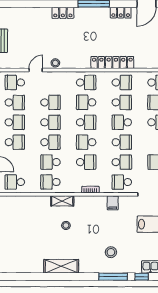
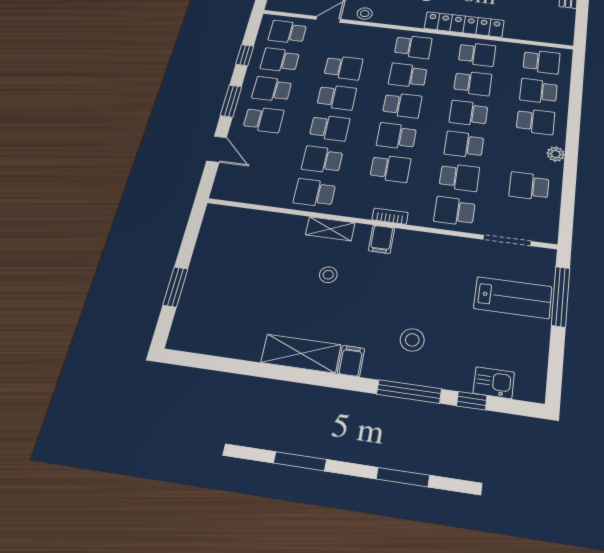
school desk: (15, 102) -> (280, 60), turned 180
school desk: (15, 122) -> (272, 89), turned 180
school desk: (122, 142) -> (464, 145), turned 180
school desk: (15, 182) -> (246, 184), removed
filing cabinet: (113, 203) -> (382, 239), moved
filing cabinet: (85, 266) -> (351, 361), added

